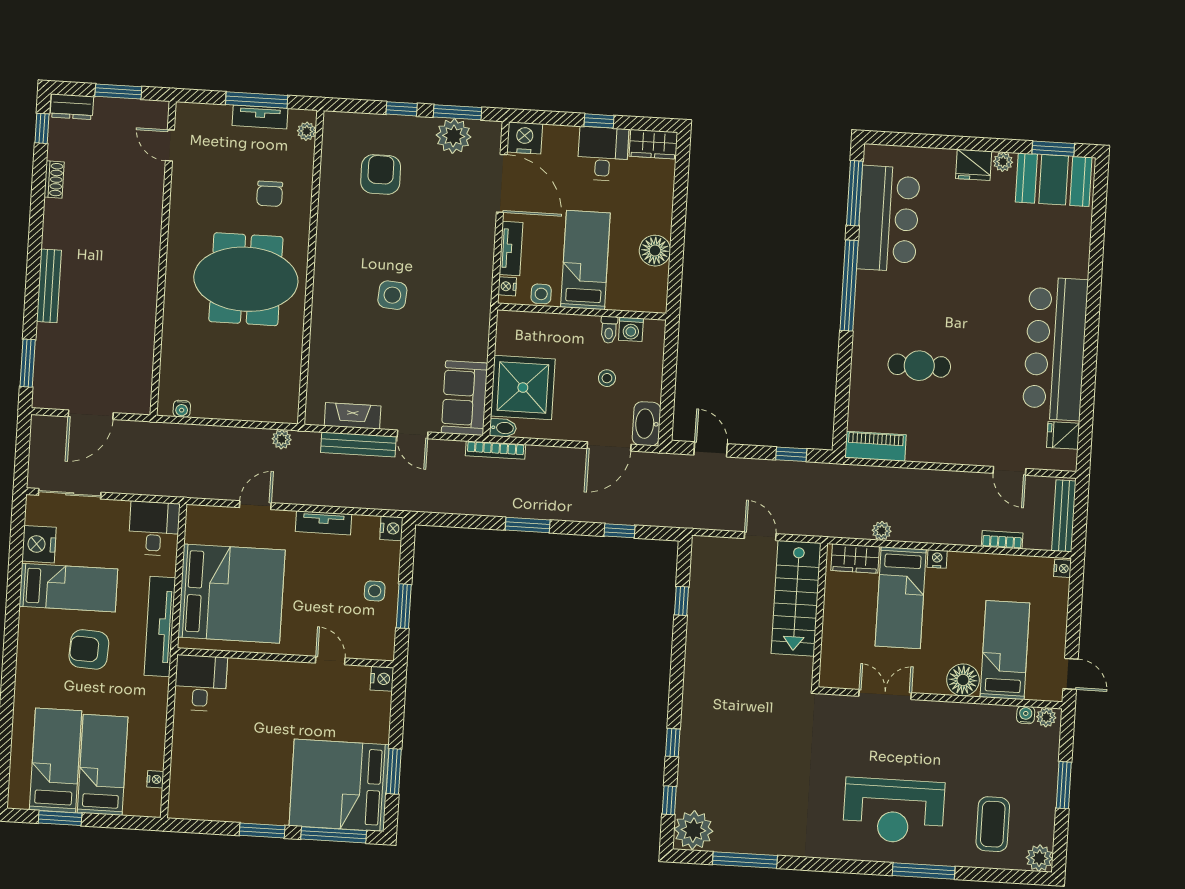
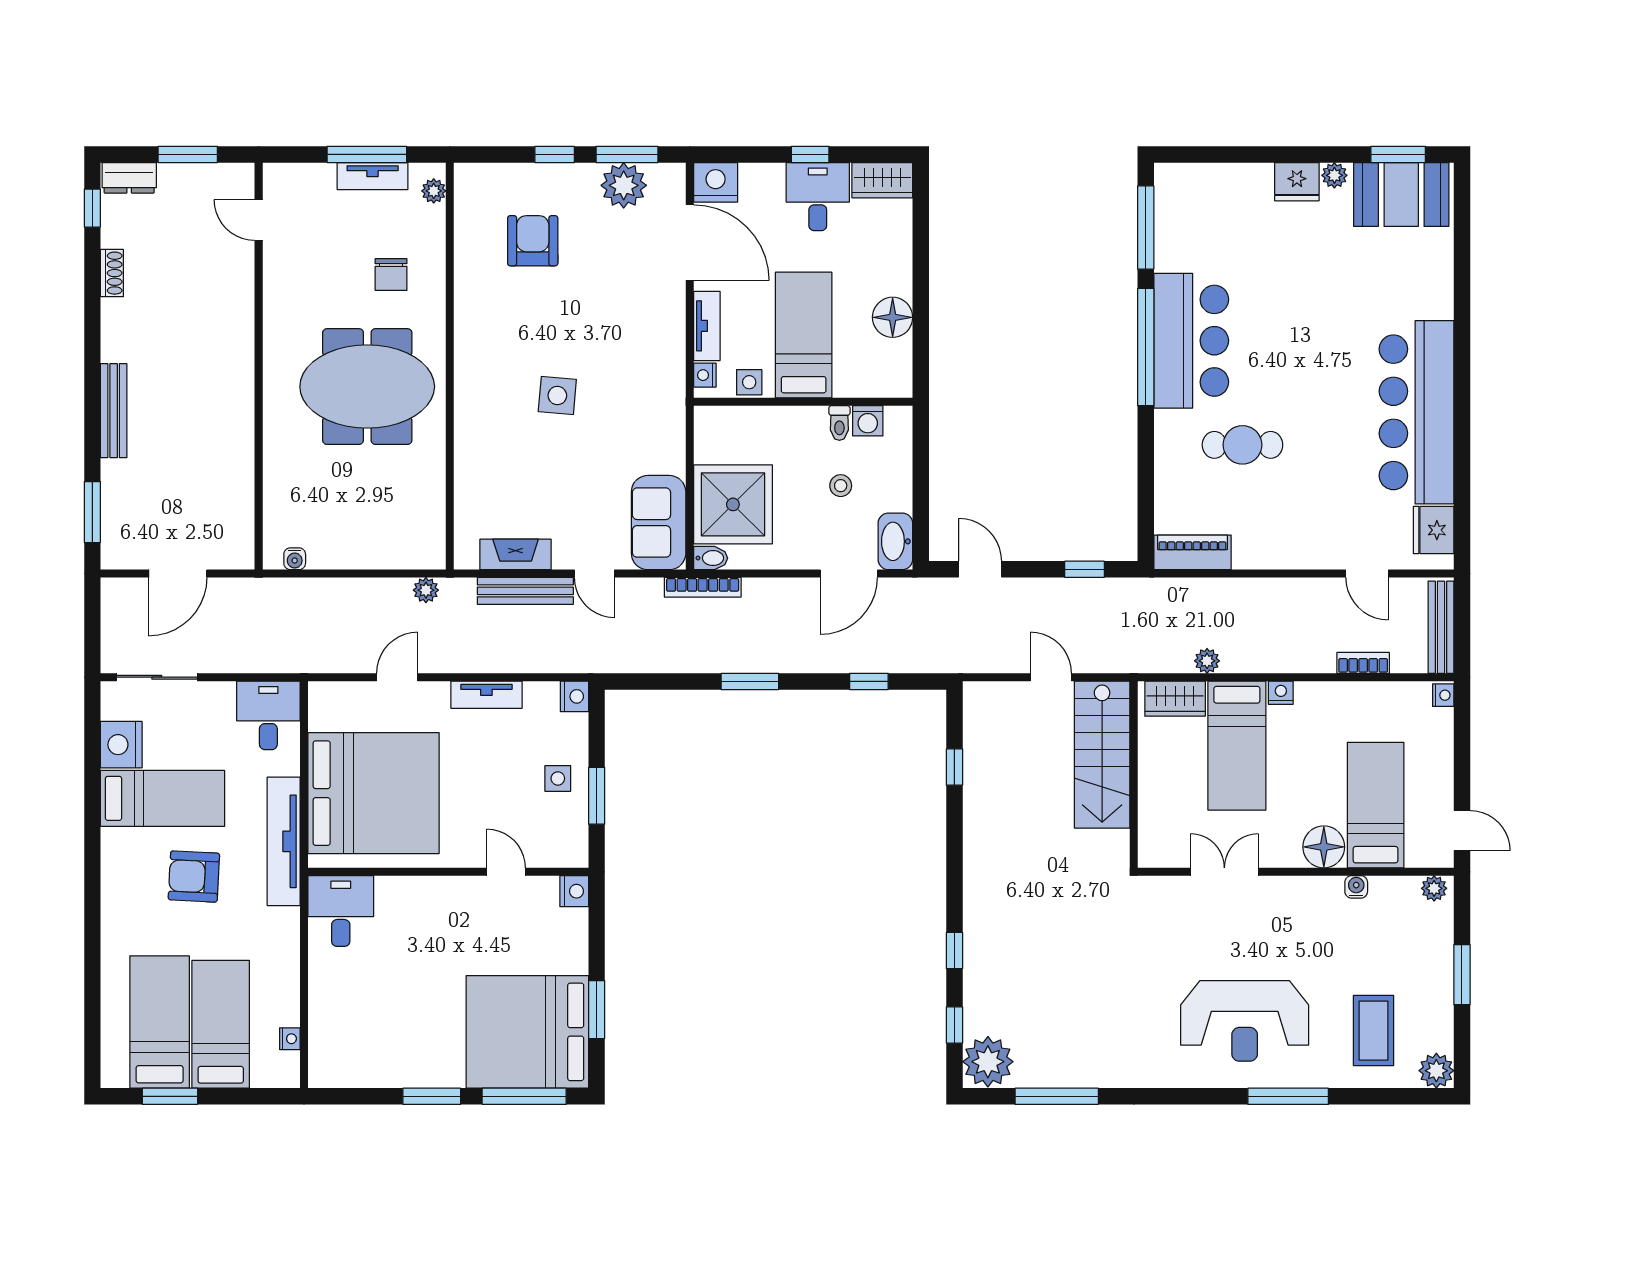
bar counter: (888, 219) -> (1191, 341), moved
fridge: (1063, 435) -> (1434, 530), width x1.38
water cooler: (1026, 715) -> (1356, 887), moved

